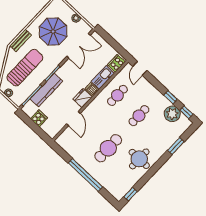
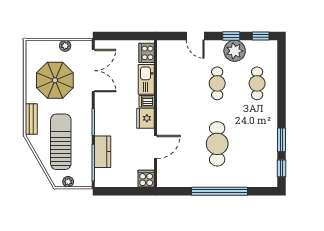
door: (140, 68) -> (195, 36), moved
kitchen counter: (46, 90) -> (103, 152), width x0.67
cafe table: (117, 95) -> (257, 83), moved
plant: (172, 114) -> (235, 51), moved
cooker: (39, 118) -> (146, 179), moved
door: (73, 119) -> (156, 147), hinge flipped
window: (176, 146) -> (282, 140), moved
round table: (139, 159) -> (258, 126), removed

